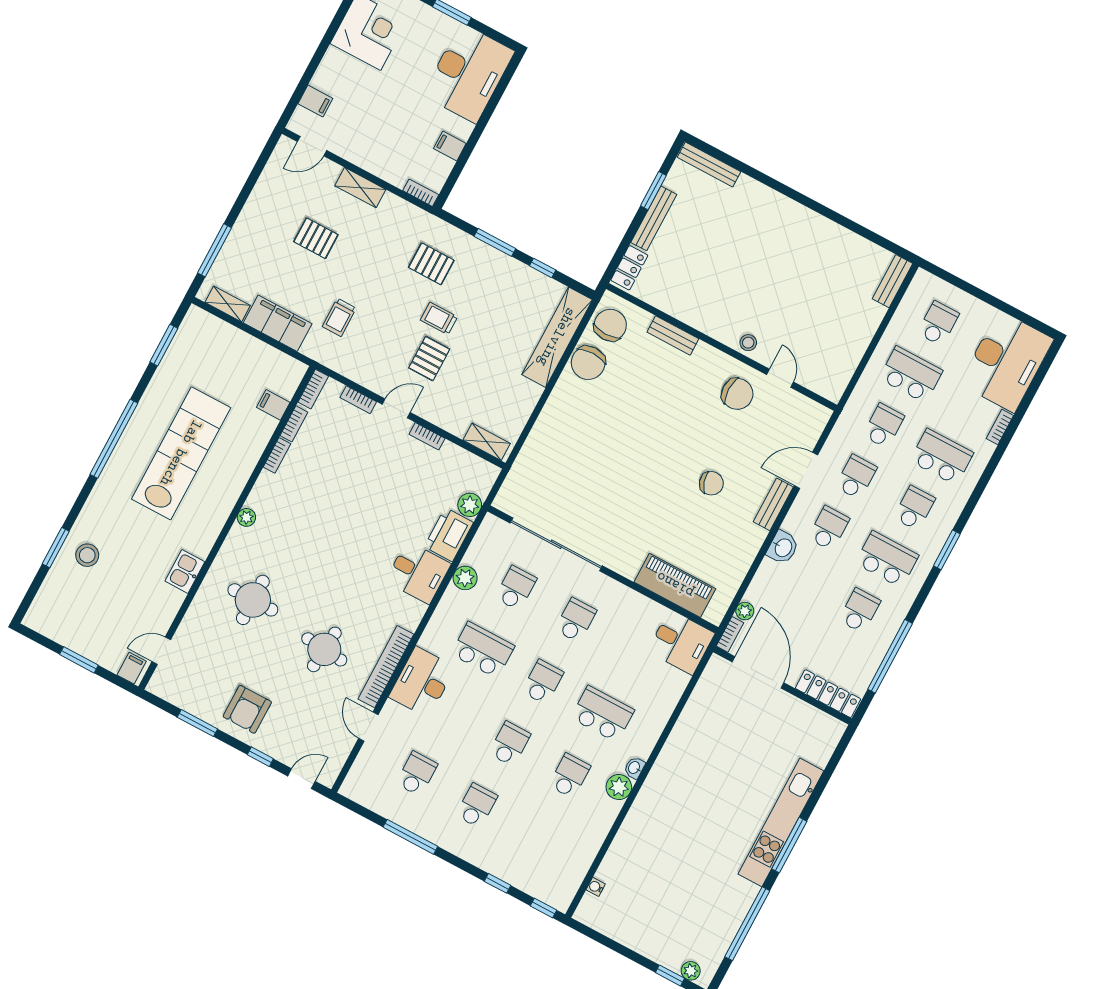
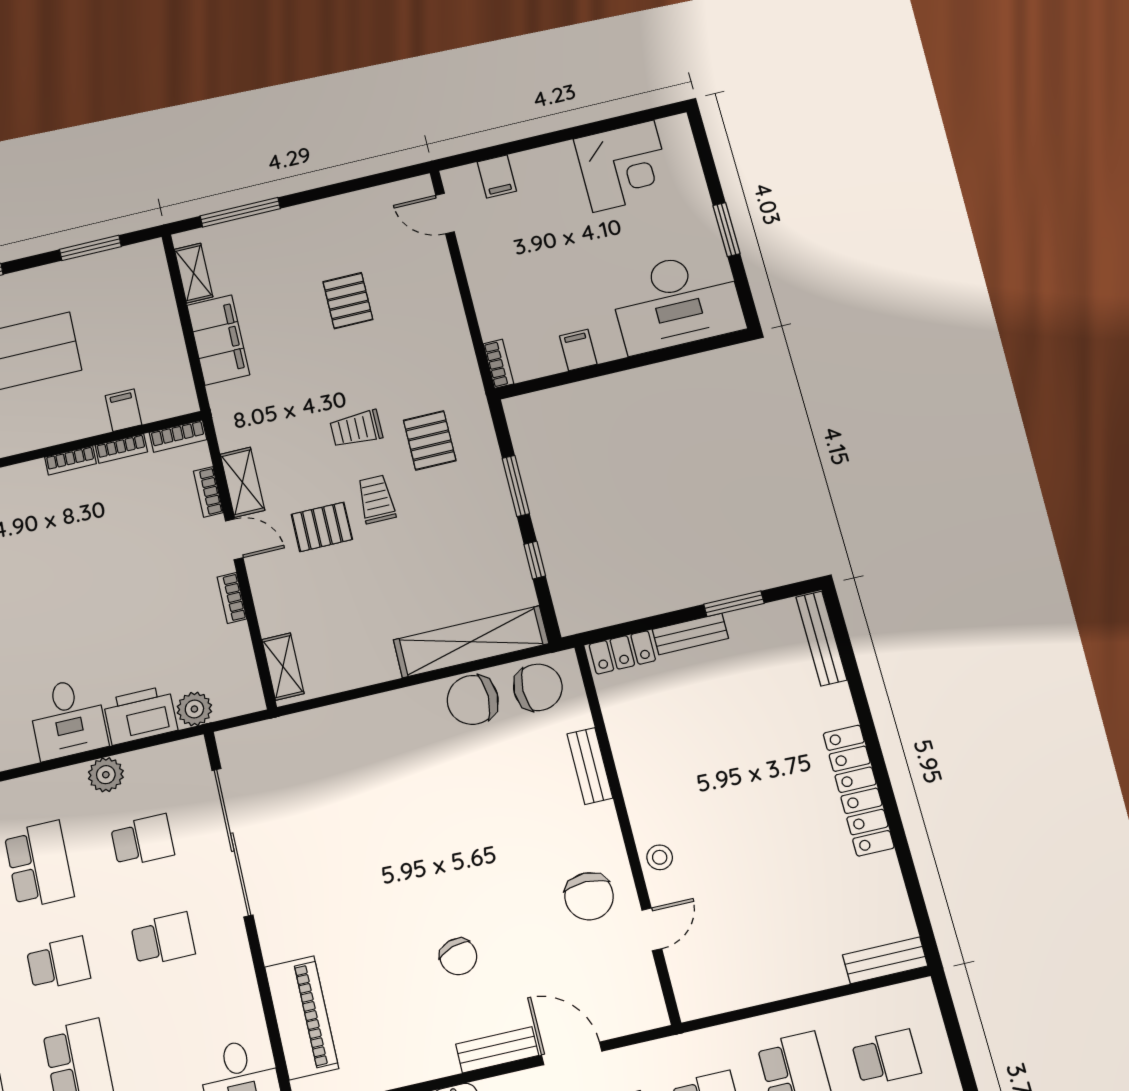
shelving: (360, 188) -> (242, 482), moved
locker: (800, 217) -> (858, 790), added
bench: (654, 218) -> (690, 634), width x0.73
trolley: (339, 317) -> (356, 429), moved

